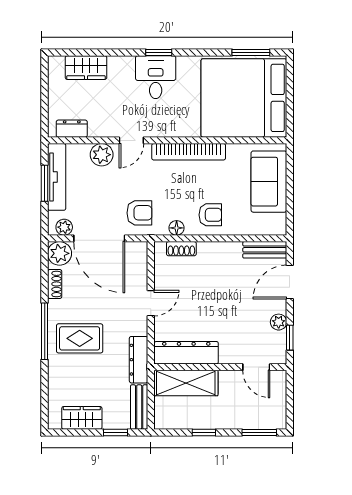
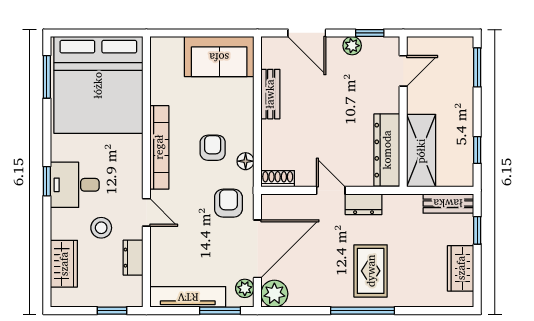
stool: (118, 100) -> (101, 228), added
window: (45, 110) -> (112, 311), added
dresser: (72, 129) -> (133, 258), moved
plant: (102, 155) -> (163, 246), removed
sofa: (269, 182) -> (219, 57), moved
window: (45, 183) -> (220, 311), moved
armchair: (210, 215) -> (213, 148), moved
shoe rack: (181, 249) -> (278, 179), moved, turned -90
bench: (265, 250) -> (270, 94), moved
shoe rack: (55, 284) -> (309, 299), removed
dresser: (139, 360) -> (364, 204), moved, width x0.70
window: (204, 433) -> (477, 150), moved

